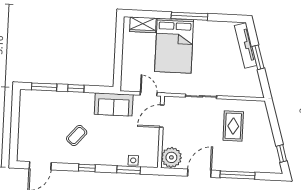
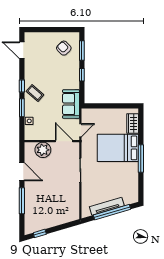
tv unit: (246, 45) -> (107, 206), moved
window: (258, 57) -> (112, 212), width x2.11
armchair: (40, 111) -> (64, 48), added
rug: (233, 126) -> (59, 196), removed
coffee table: (77, 136) -> (35, 93), moved
plant: (171, 157) -> (43, 150), moved
window: (129, 170) -> (22, 108), moved

